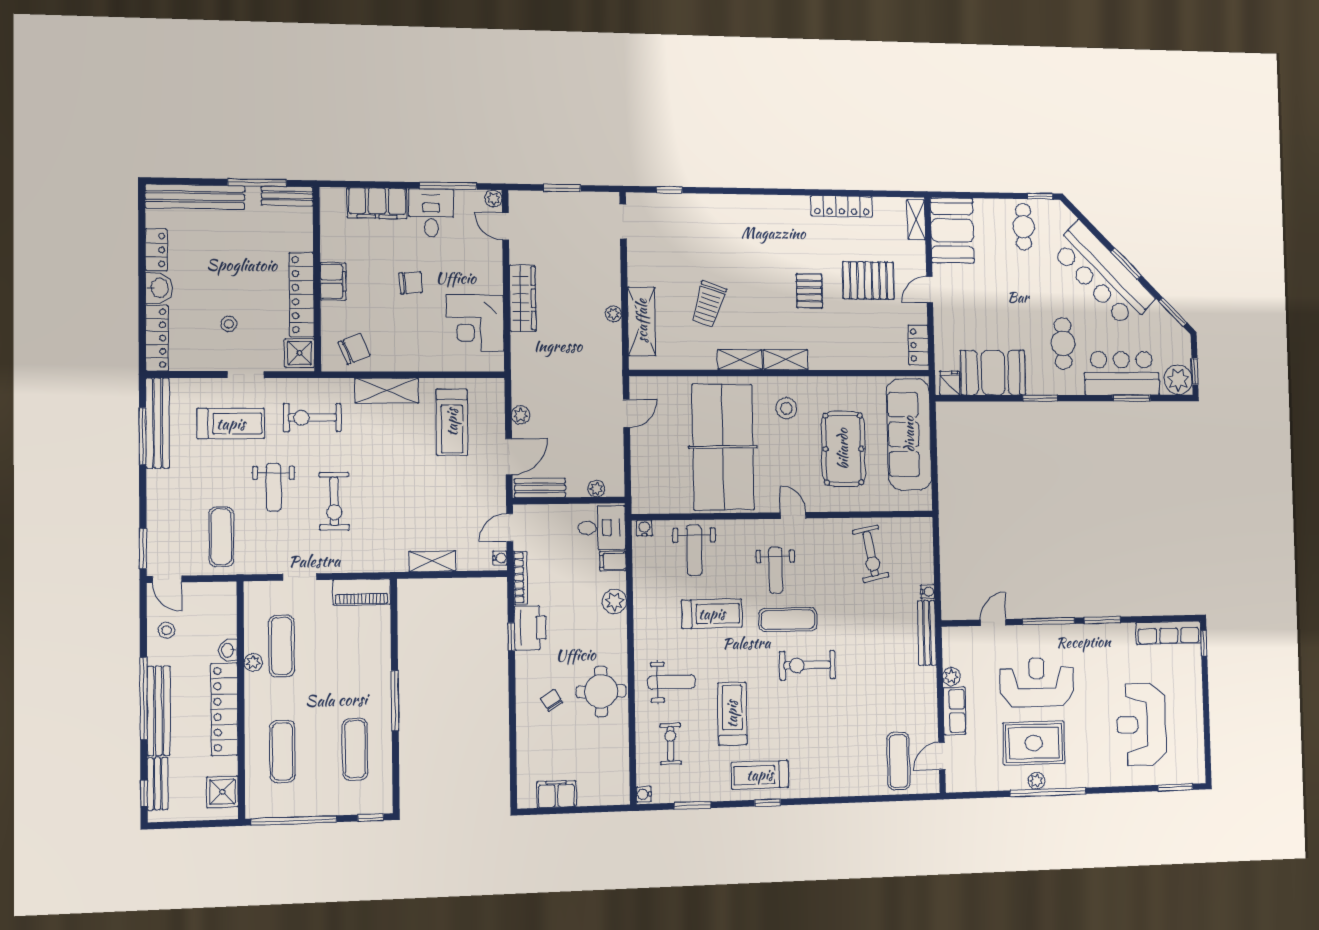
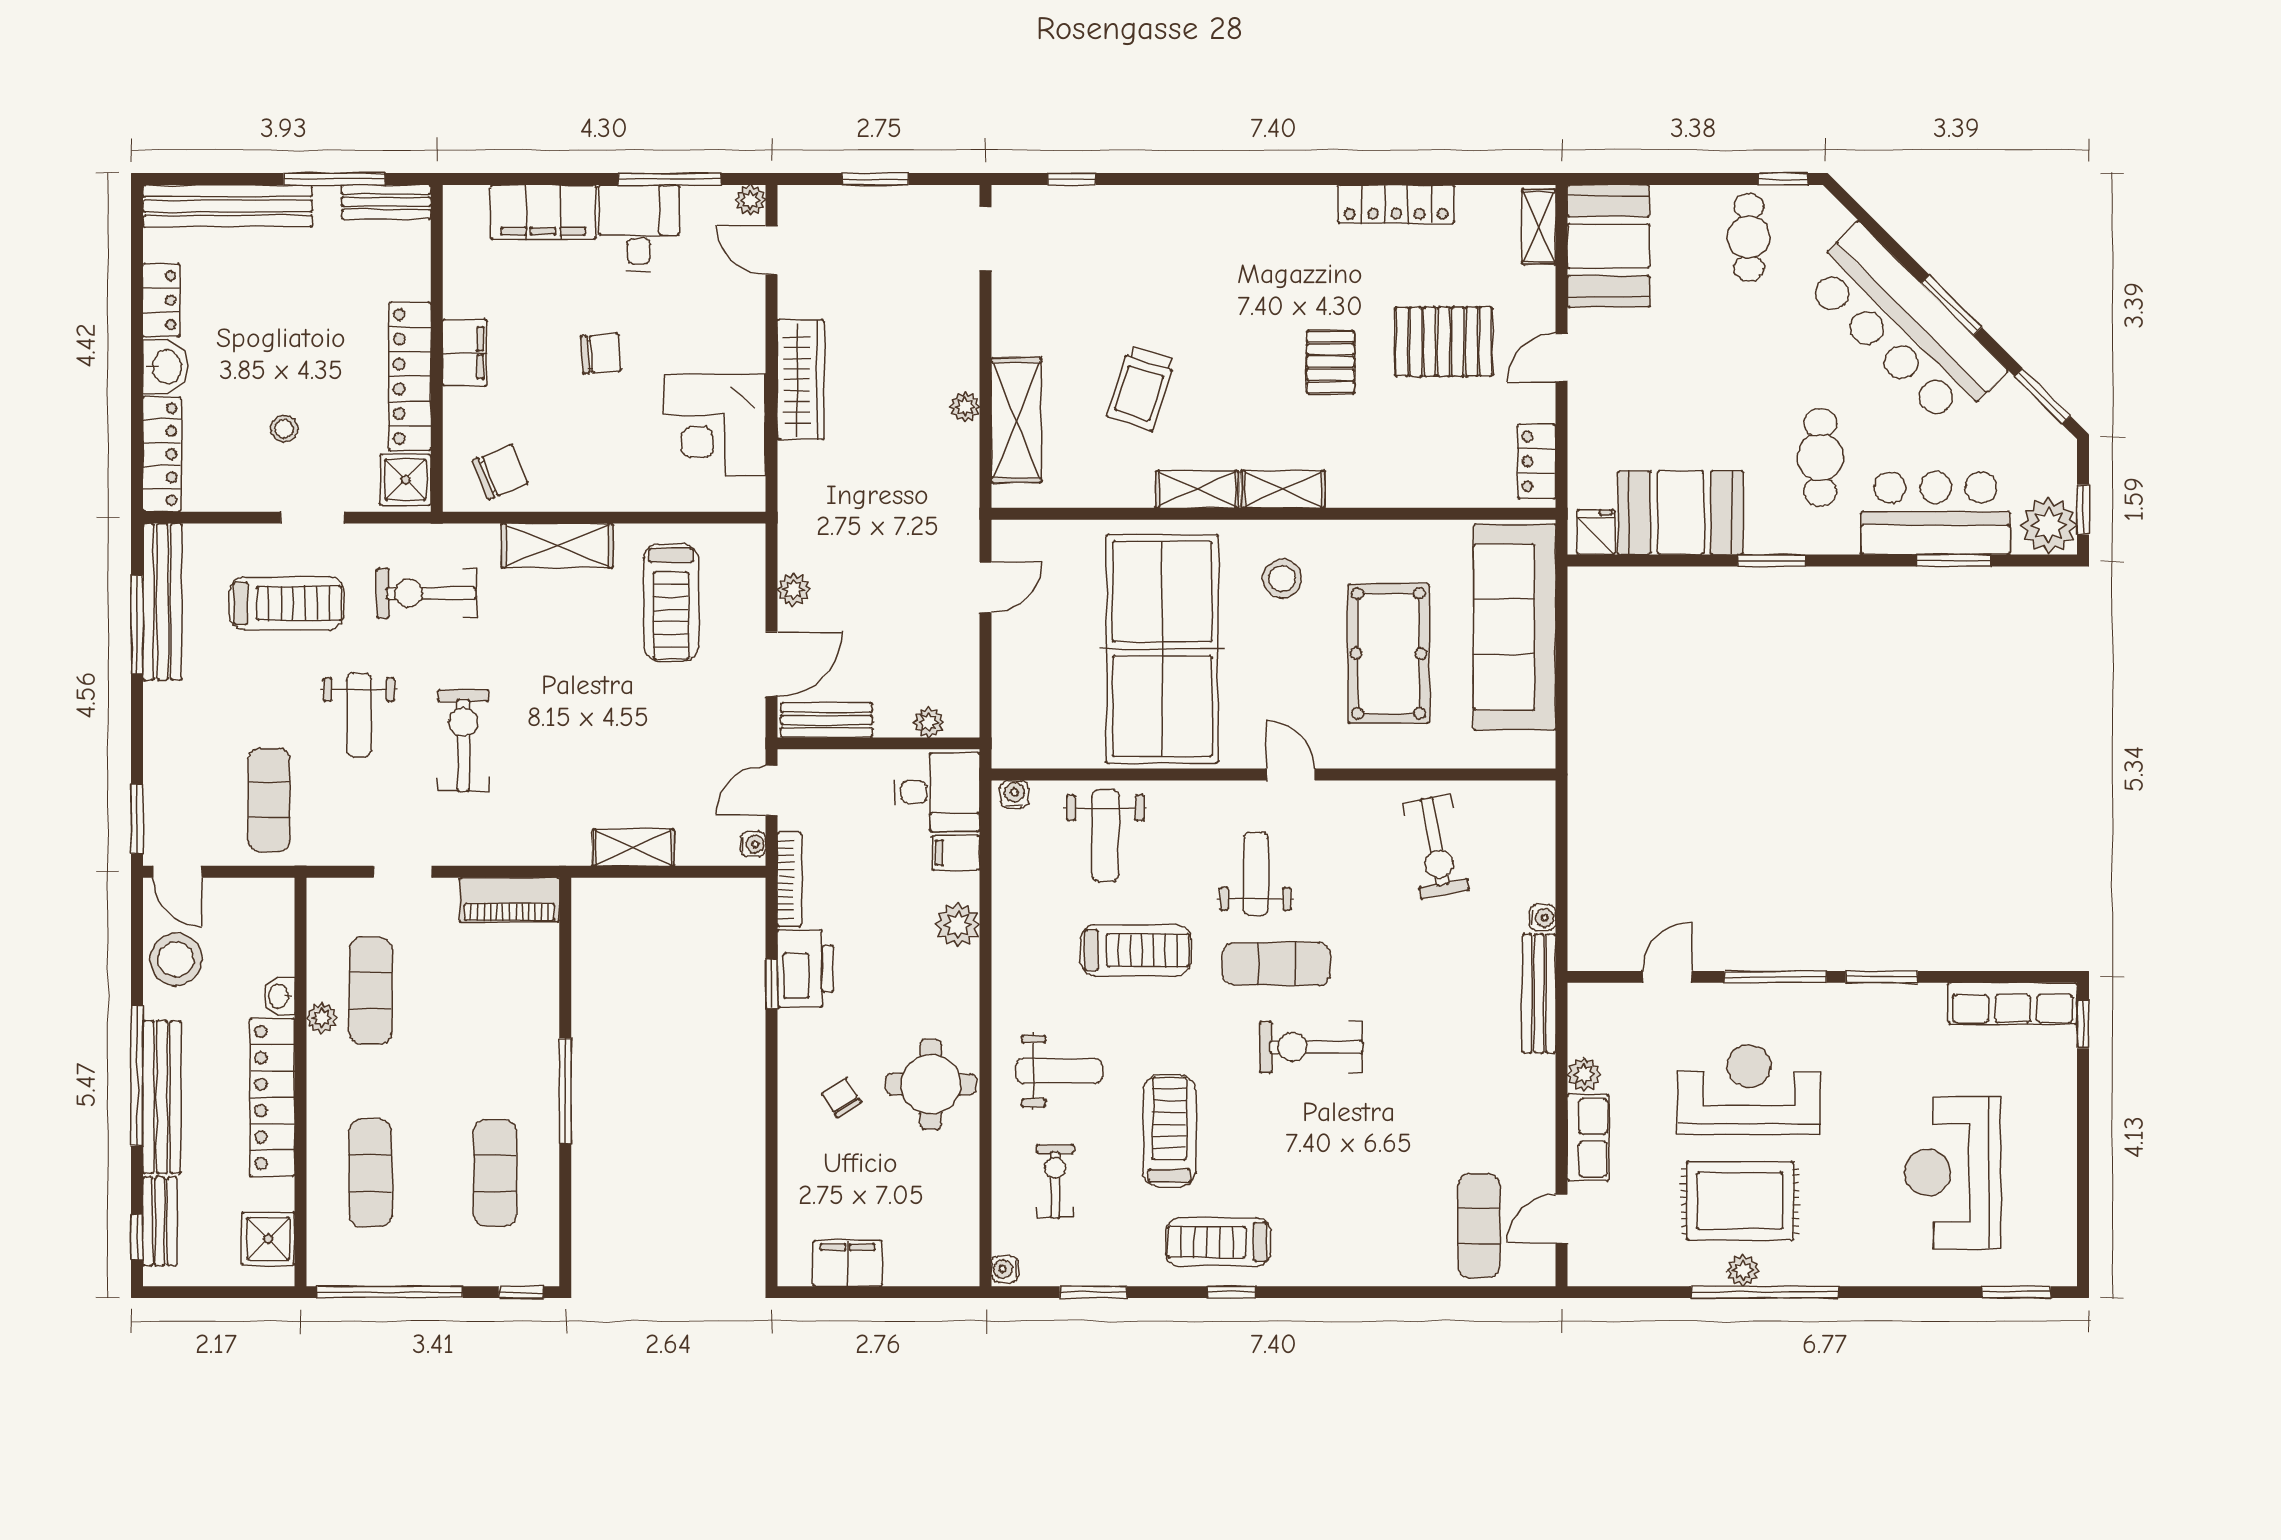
exercise bike: (334, 501) -> (463, 740), turned 180
weight bench: (776, 570) -> (1256, 874), turned 180
stool: (167, 630) -> (176, 959), width x1.89, depth x1.89

